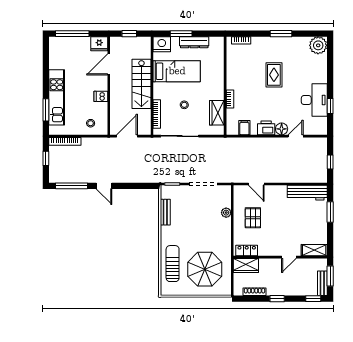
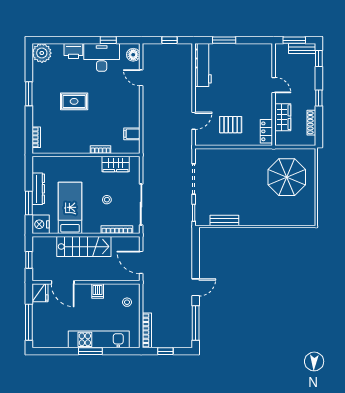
window: (46, 110) -> (90, 351), moved
printer: (266, 128) -> (73, 51), moved, turned -90
floor lamp: (282, 129) -> (133, 55), moved
plant: (226, 213) -> (225, 154), removed
shelving: (314, 250) -> (266, 57), removed
sun lounger: (173, 264) -> (281, 212), removed
wardrobe: (246, 266) -> (283, 117), moved

